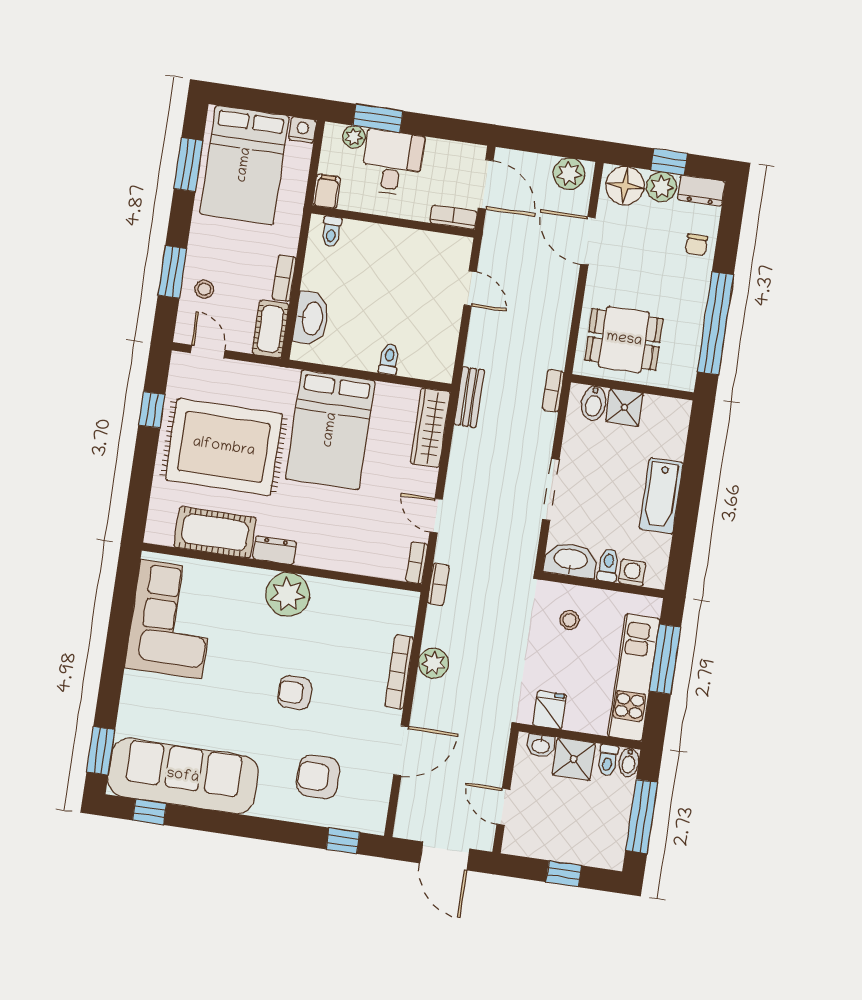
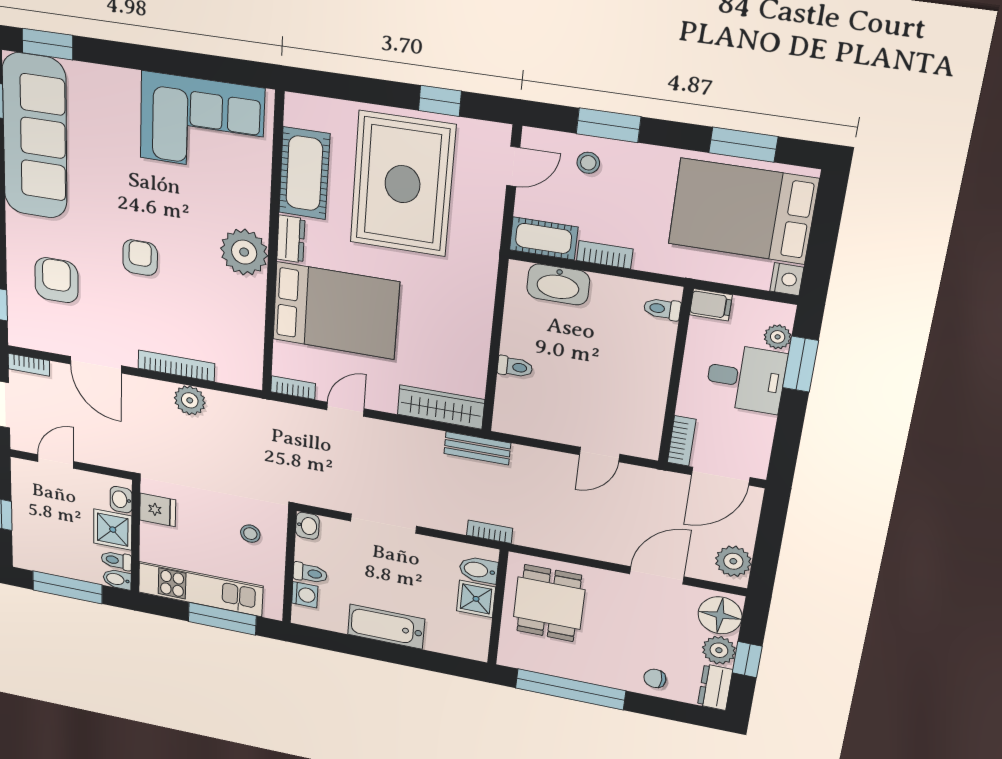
bed: (330, 430) -> (336, 311), moved, turned 180
washbasin: (571, 560) -> (307, 526), width x0.52, depth x0.69
bookcase: (438, 584) -> (29, 365), moved

